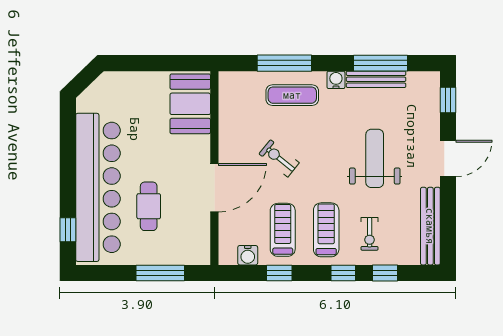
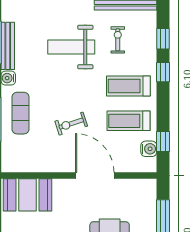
exercise bike: (279, 158) -> (71, 124), turned 33
exercise bike: (370, 234) -> (118, 40), moved, turned -90
window: (279, 273) -> (163, 142), moved

